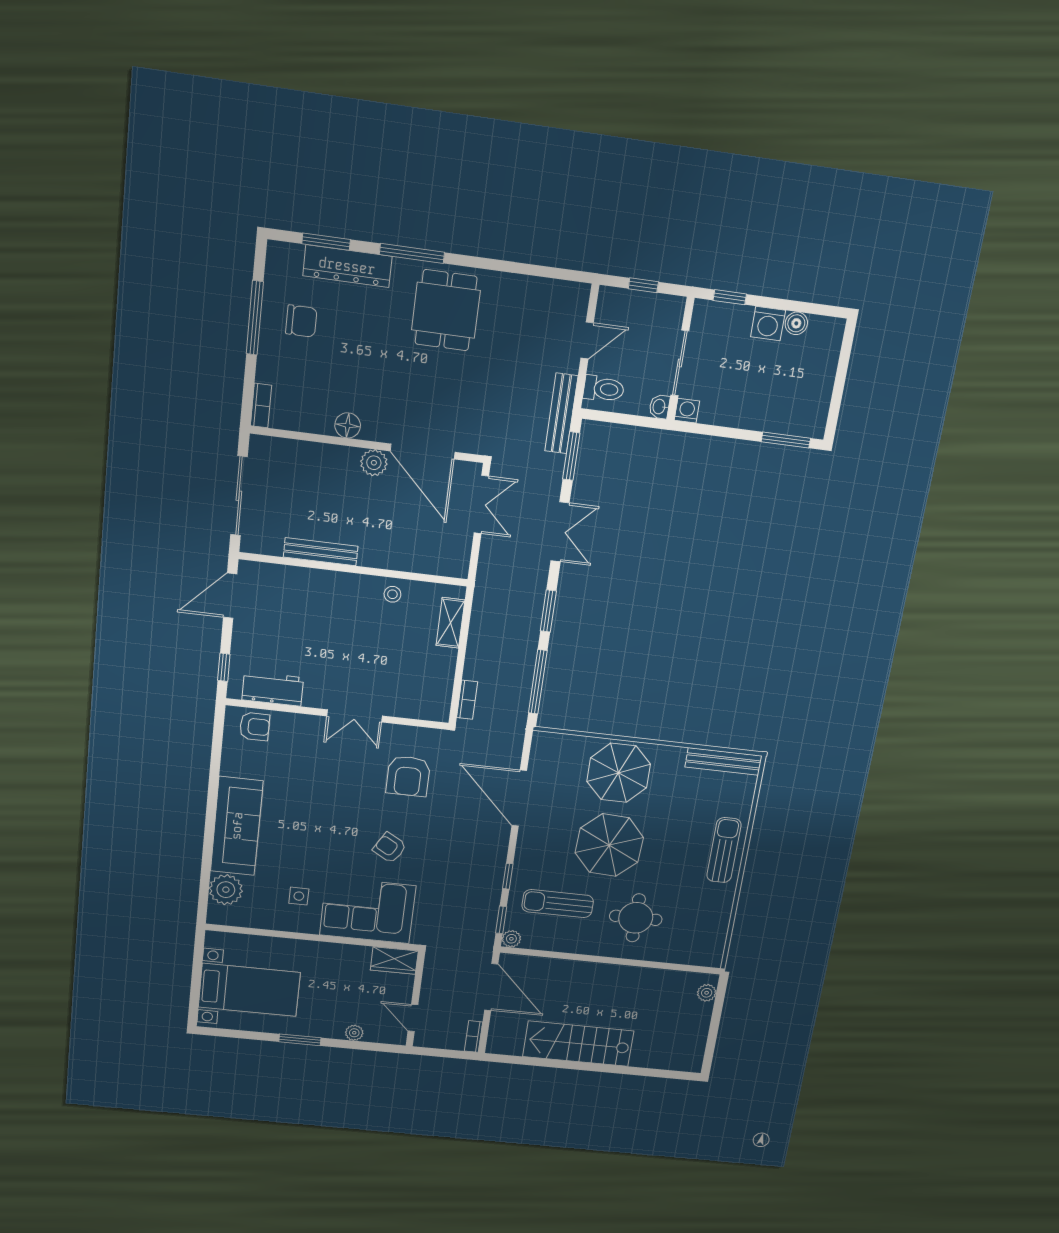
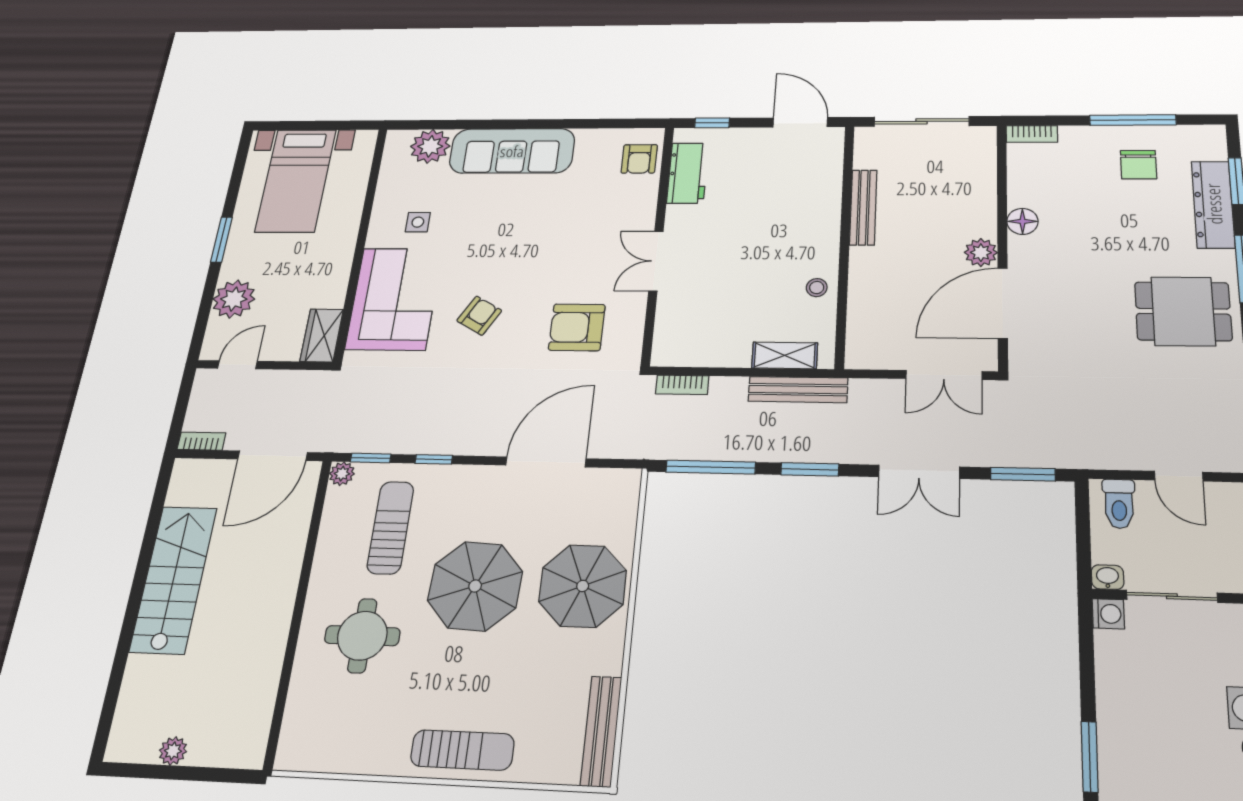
bench: (561, 413) -> (798, 390), moved
plant: (707, 993) -> (173, 751), moved
plant: (354, 1033) -> (234, 299), width x1.88, depth x1.88

